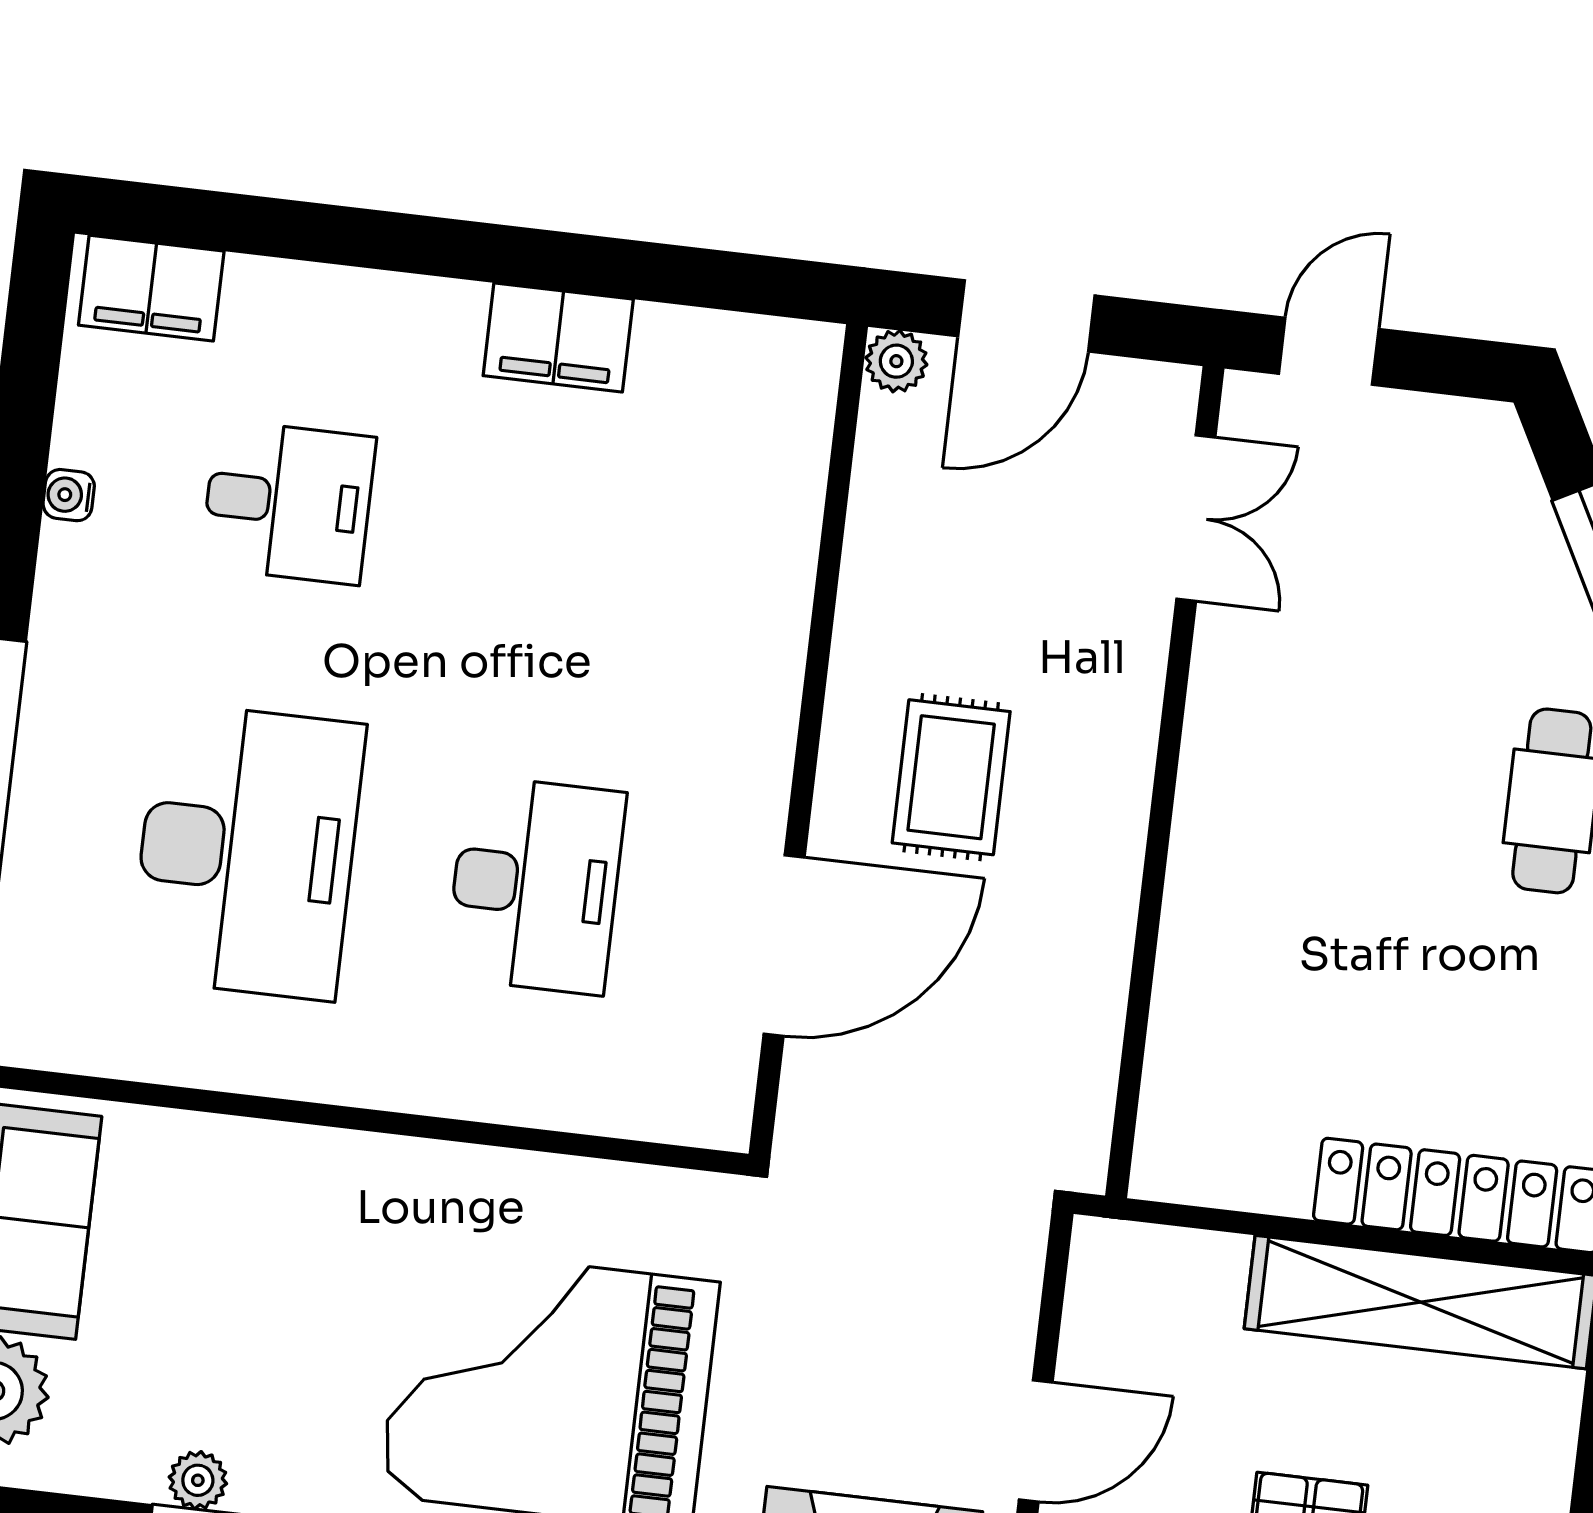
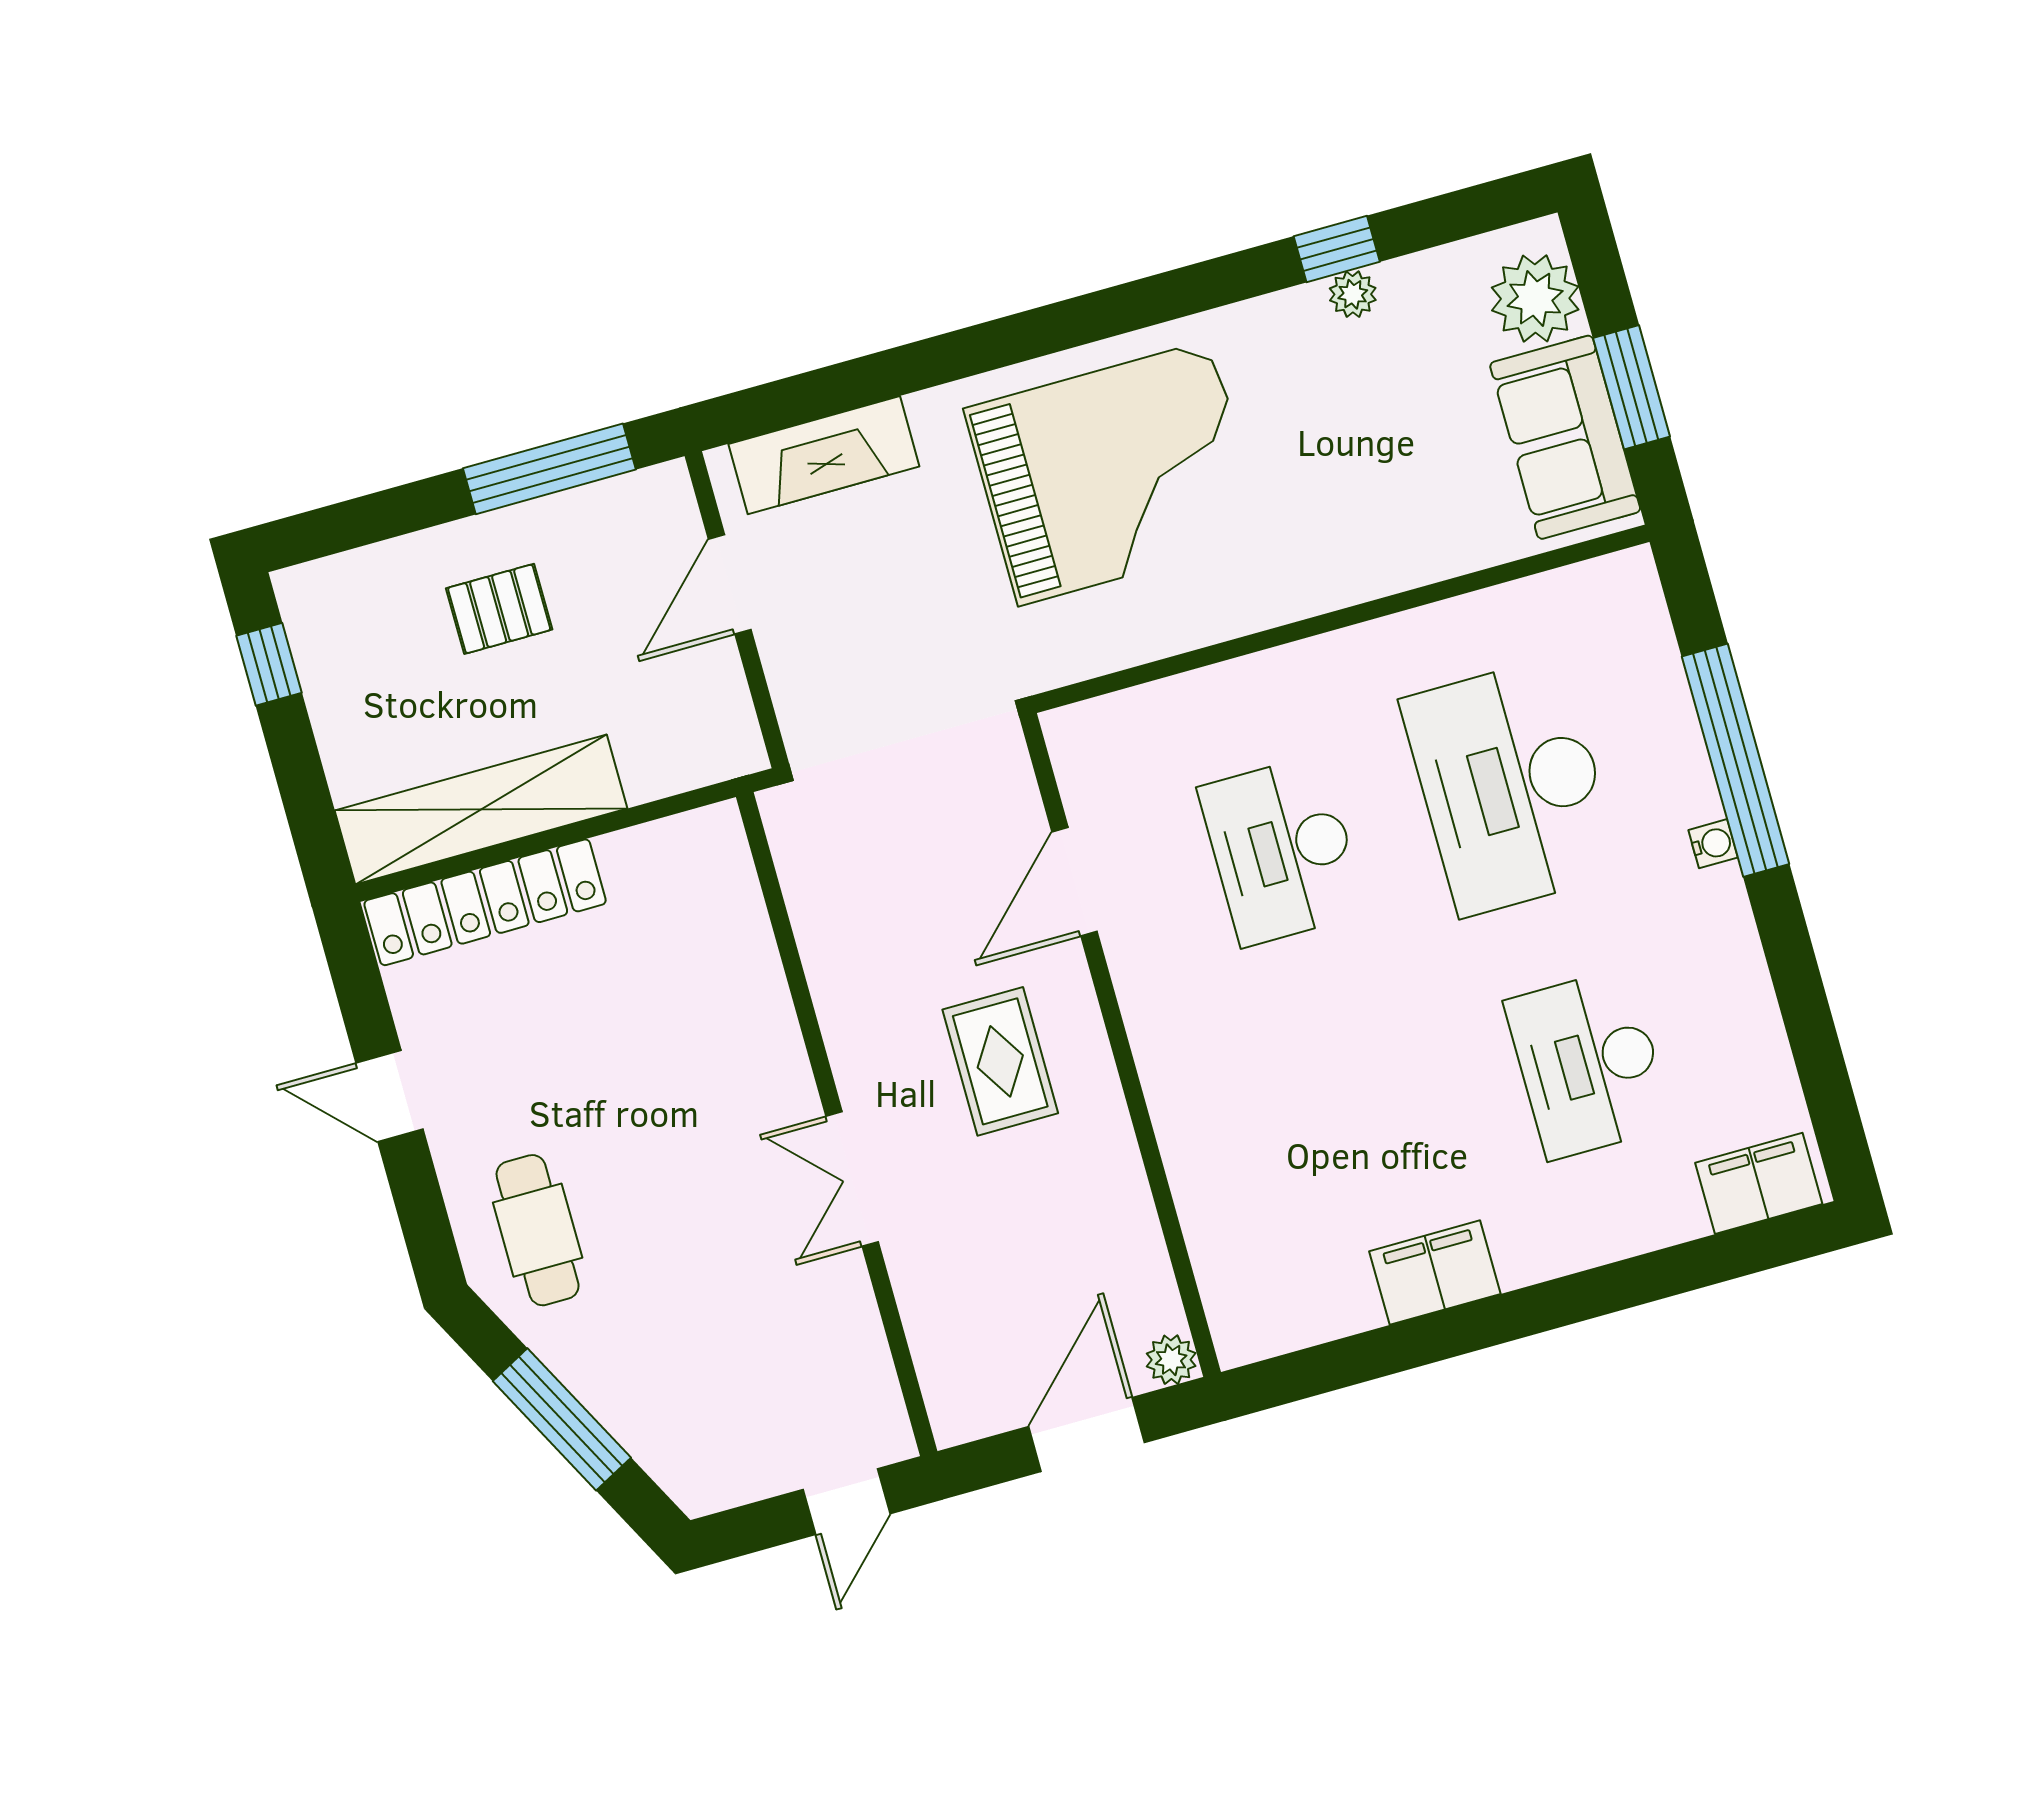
water cooler: (69, 495) -> (1713, 844), moved
desk: (288, 502) -> (1588, 1064), width x1.37
double door: (1196, 518) -> (852, 1179), moved
door: (784, 946) -> (1075, 882), width x0.73

